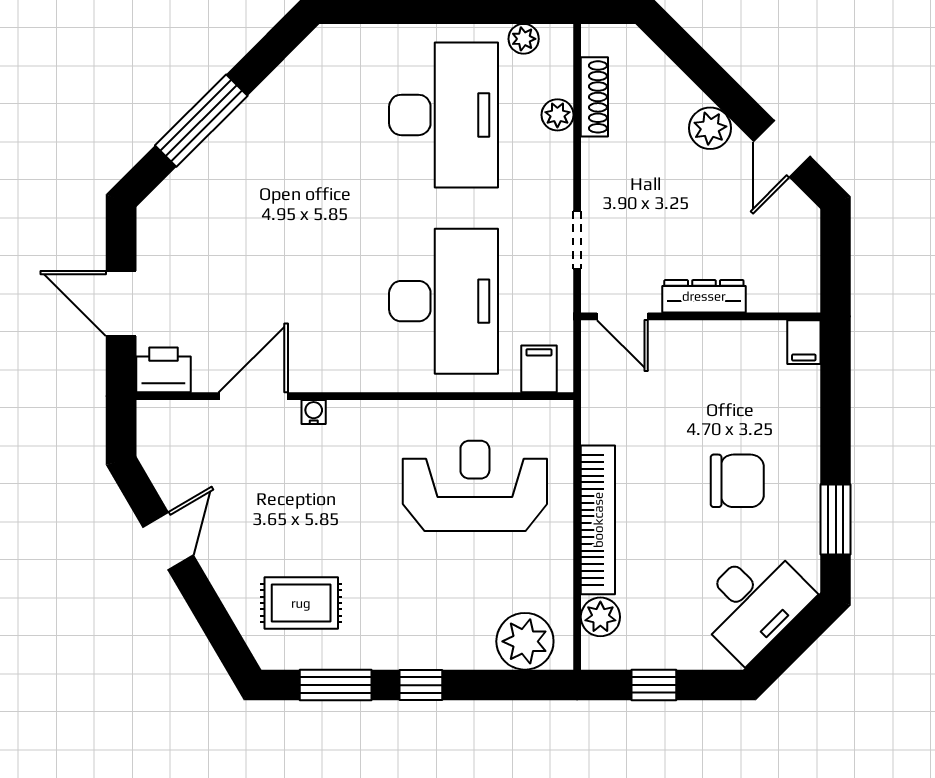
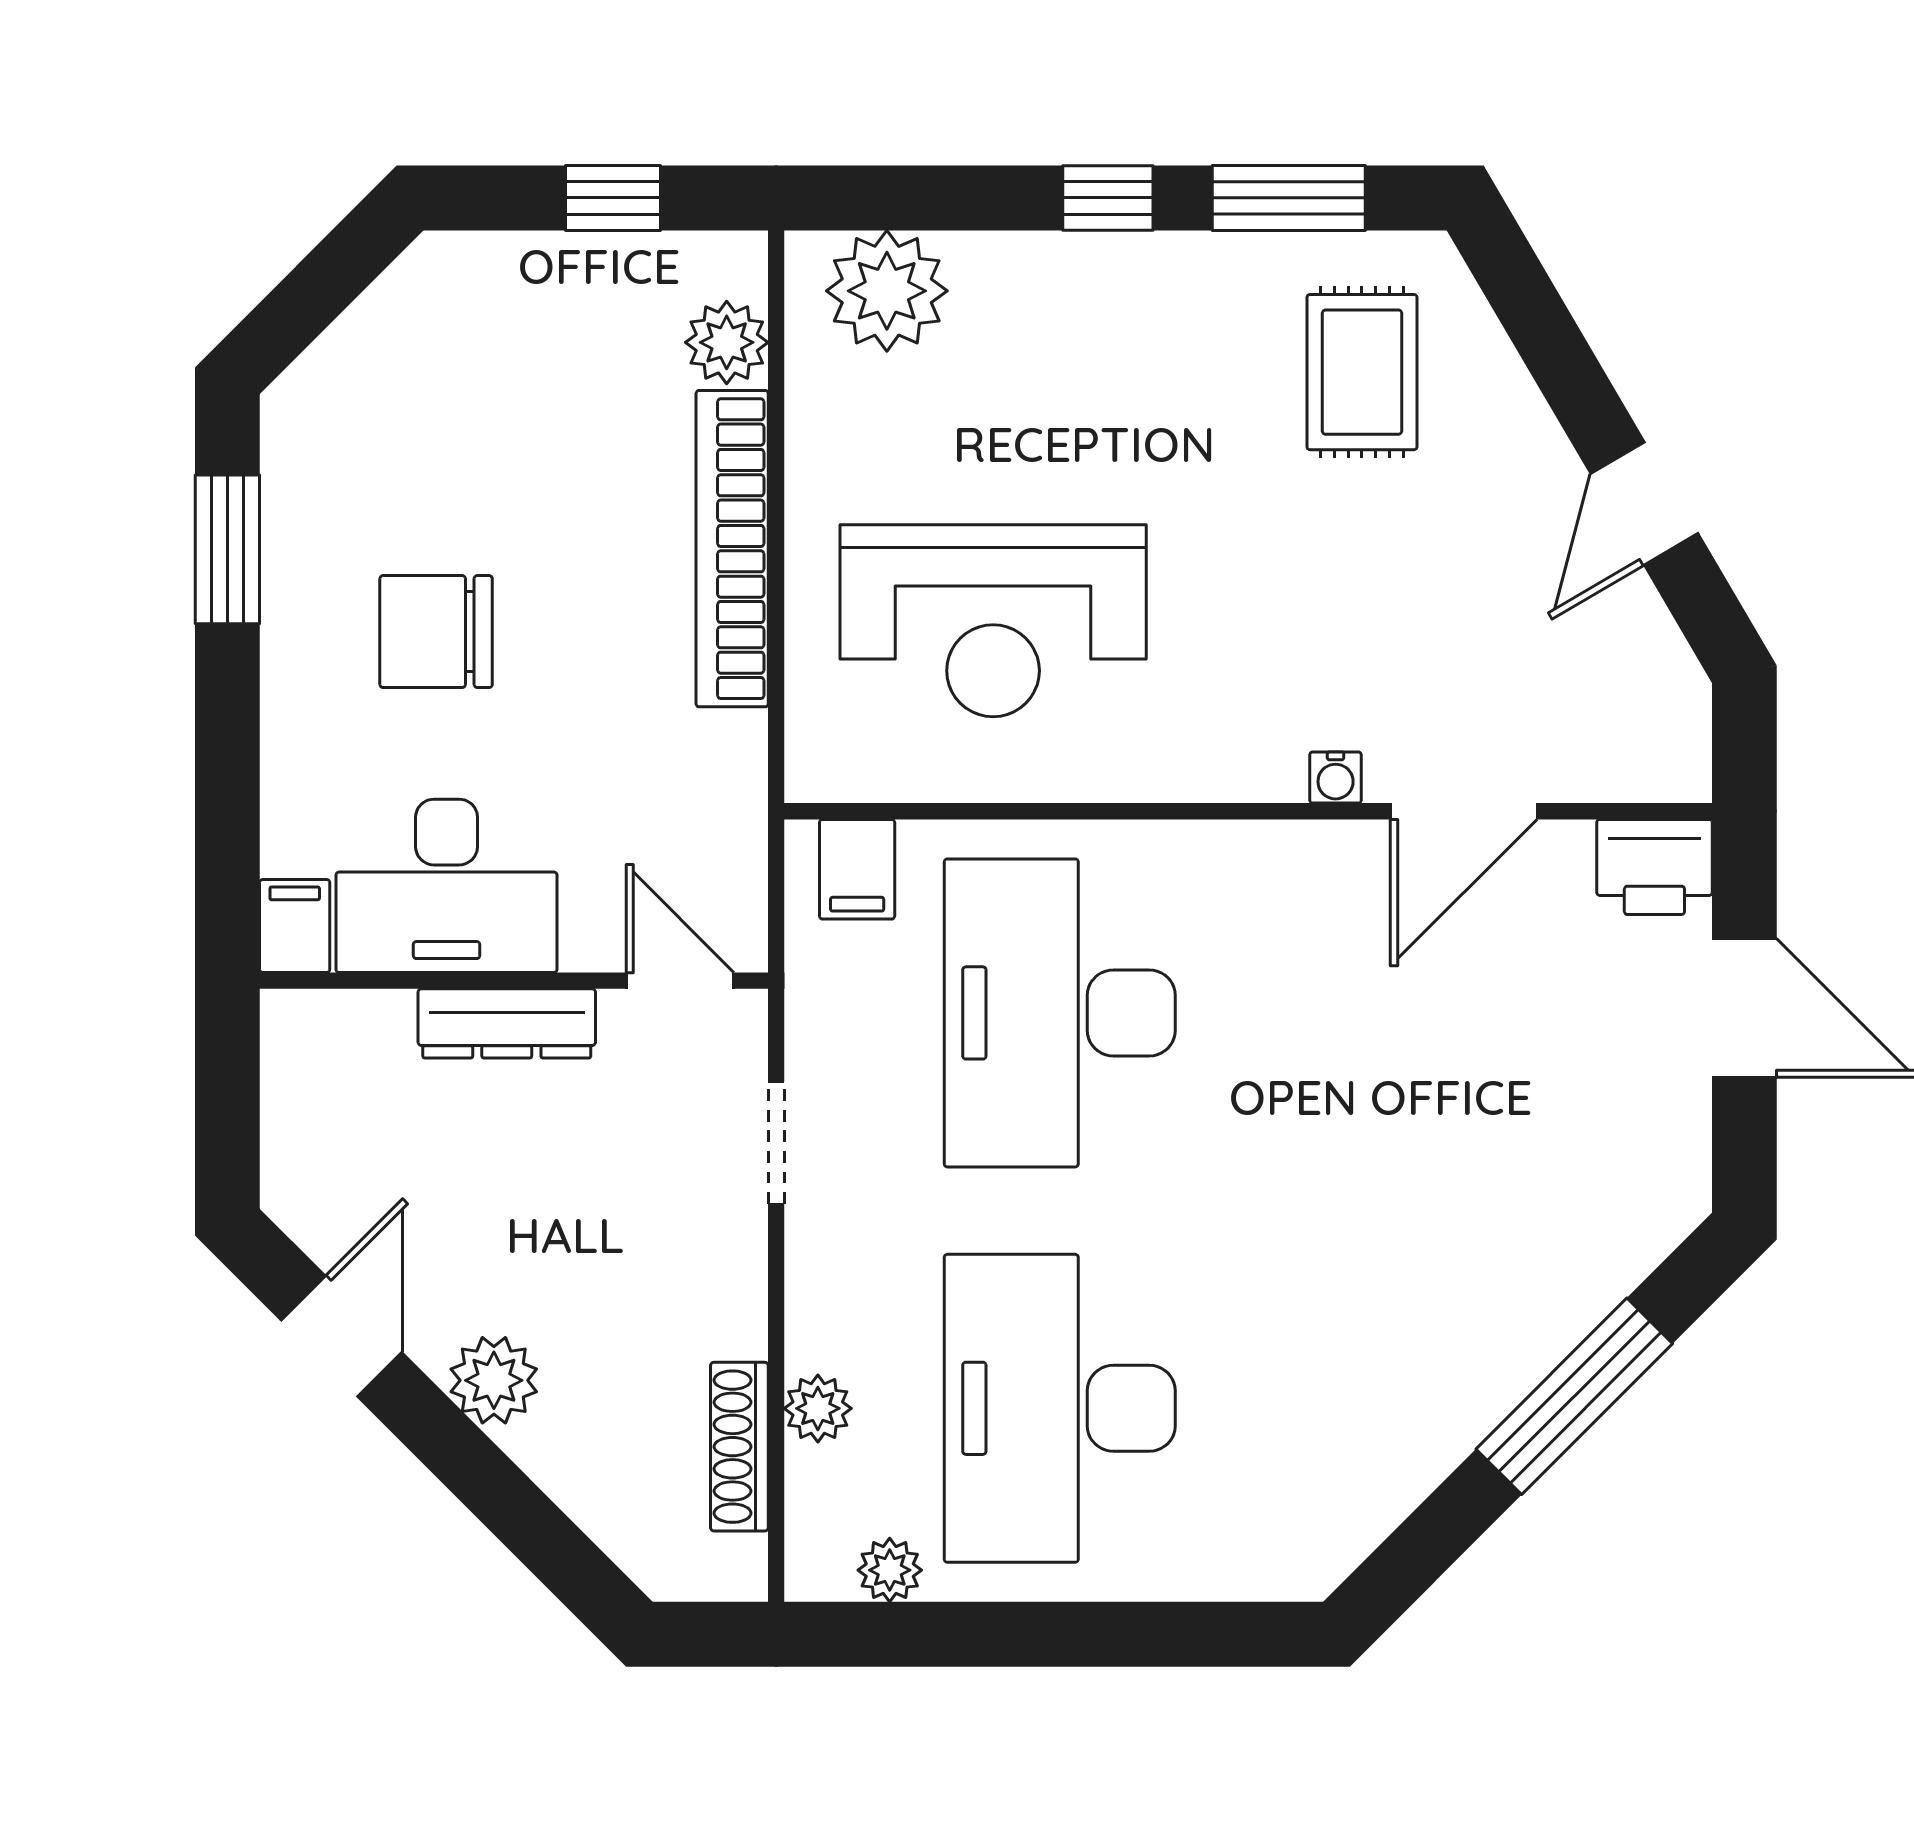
desk: (753, 602) -> (447, 886), moved, turned -135
rug: (301, 603) -> (1362, 372), turned 90

